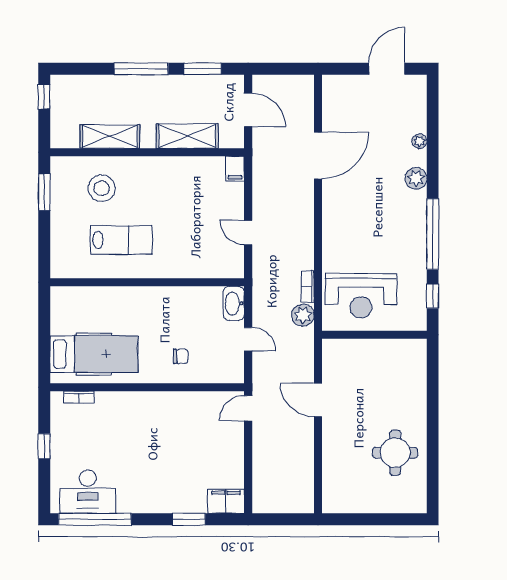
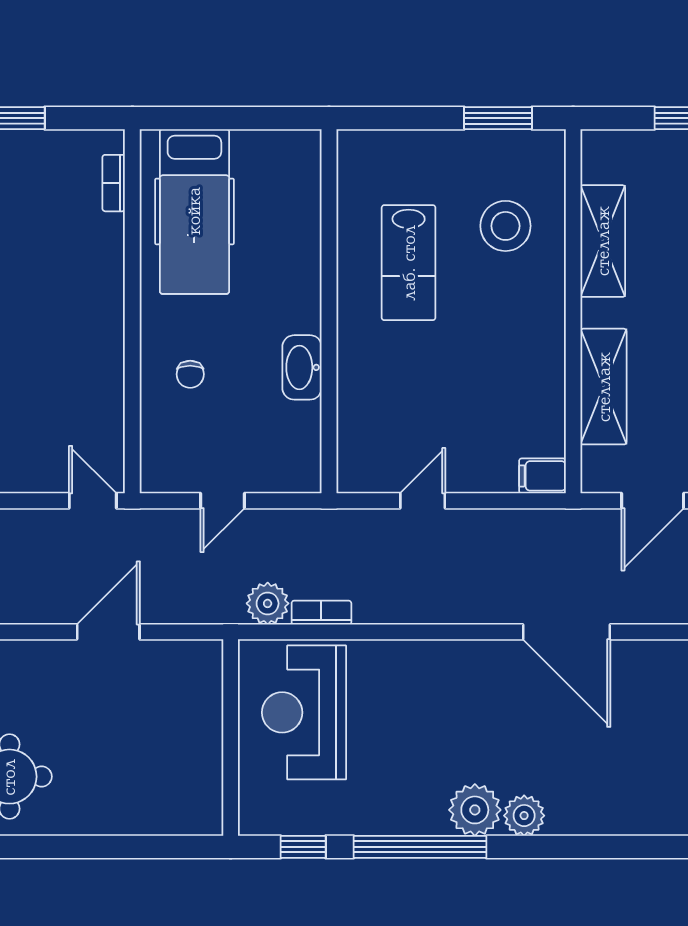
plant: (419, 141) -> (475, 810), moved, width x1.88, depth x1.88
washbasin: (234, 303) -> (302, 367), moved, turned -90

